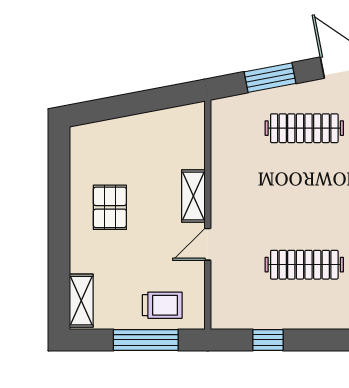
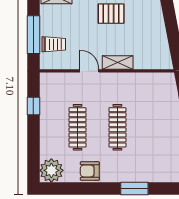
clothes rail: (304, 128) -> (117, 127), moved
trolley: (162, 305) -> (54, 44), turned -90

